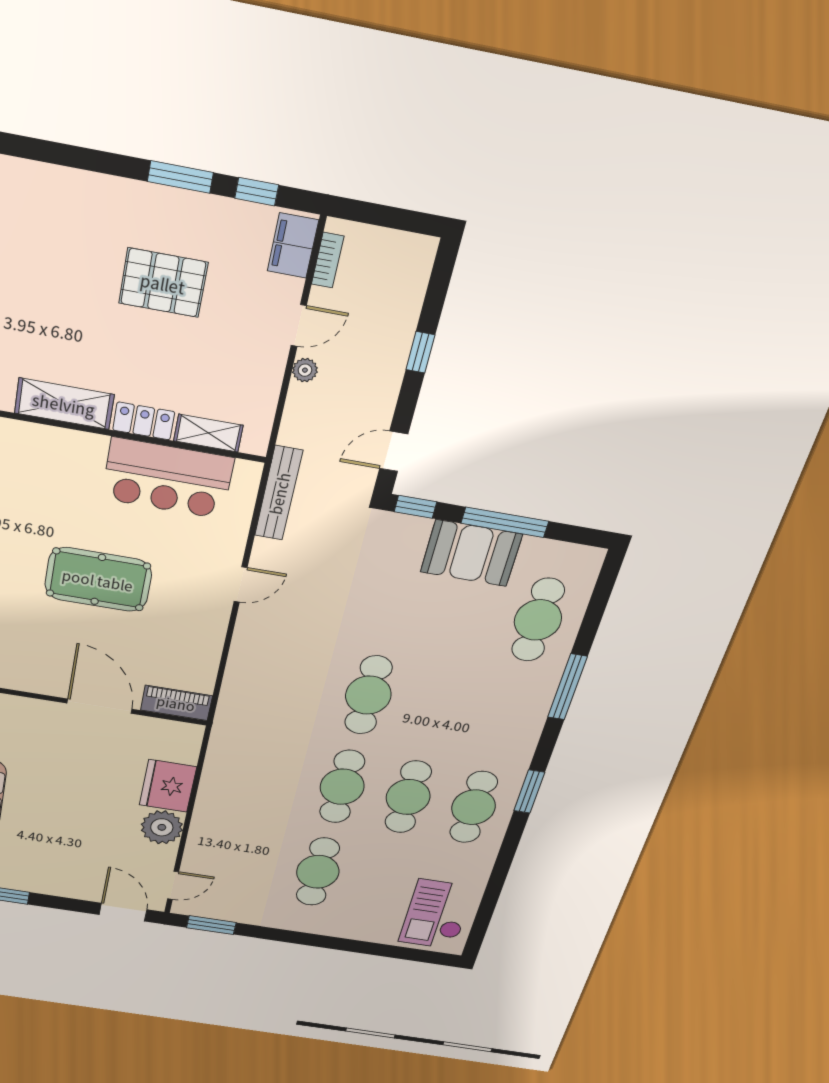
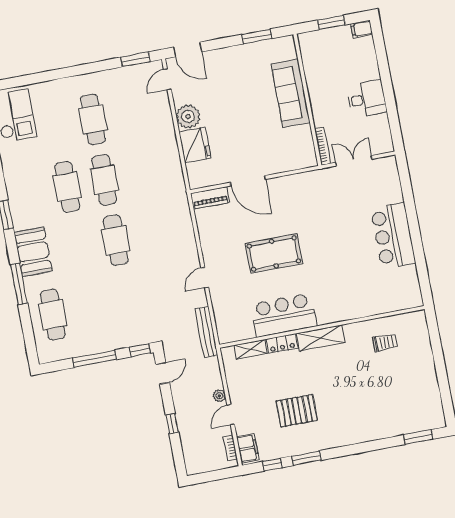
bar counter: (168, 478) -> (284, 315), moved
booth: (471, 553) -> (33, 252), moved, turned 90
cafe table: (474, 807) -> (30, 194), removed

